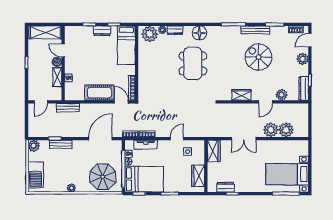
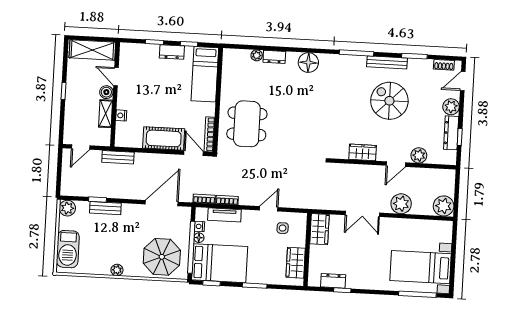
plant: (150, 34) -> (238, 60), removed
dining table: (193, 63) -> (247, 124), moved
dresser: (304, 88) -> (451, 133), moved
plant: (286, 130) -> (444, 206), moved

